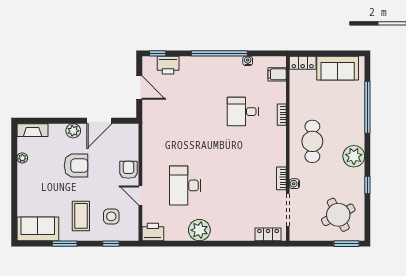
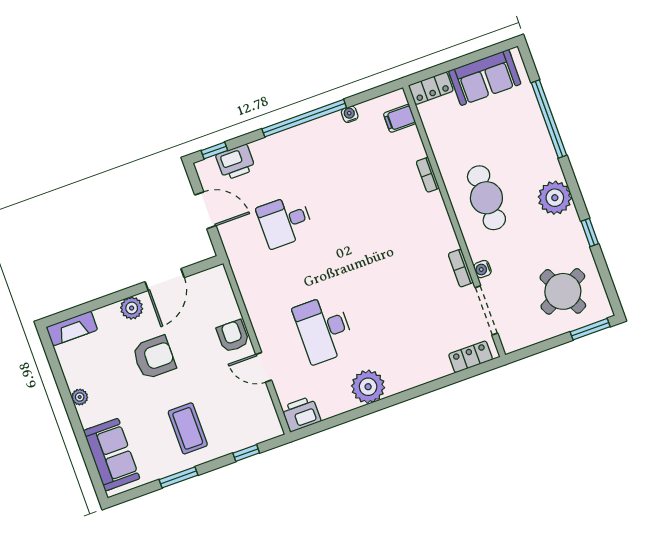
desk: (243, 112) -> (285, 221), moved
plant: (22, 158) -> (80, 397), moved
side table: (111, 216) -> (232, 413), removed
sofa: (38, 229) -> (112, 455), moved, turned 90

